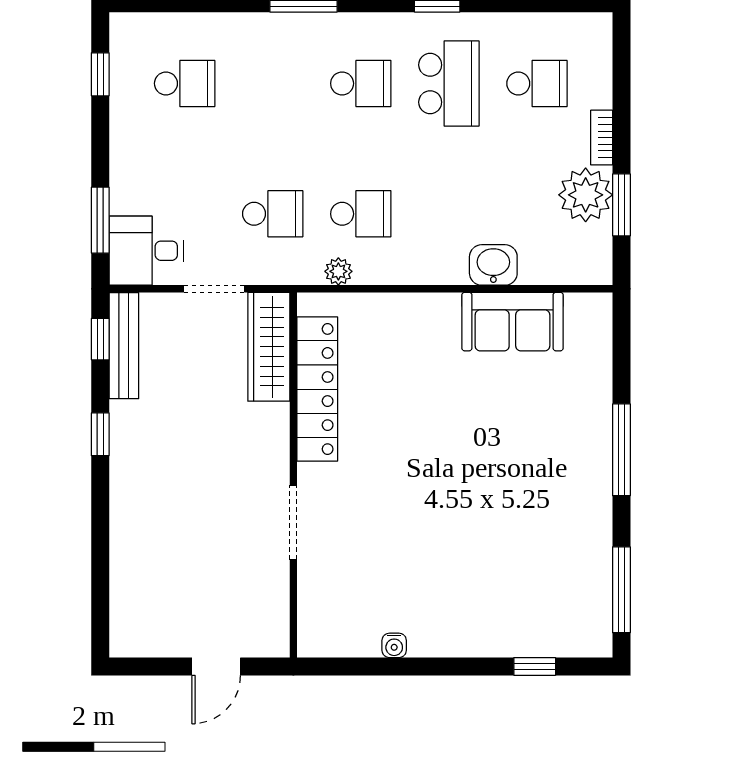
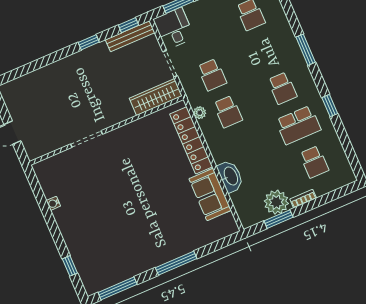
washbasin: (493, 265) -> (230, 176), width x1.38
locker: (317, 389) -> (191, 140), moved, turned 90

